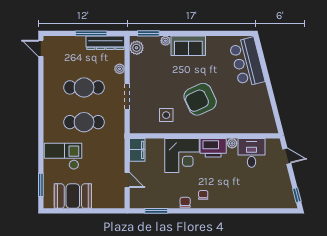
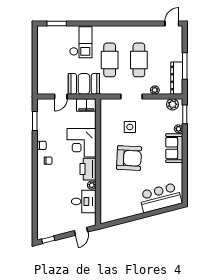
armchair: (200, 99) -> (129, 158), turned 118
side table: (166, 115) -> (130, 127), moved
booth: (73, 196) -> (84, 84), moved, turned 90

